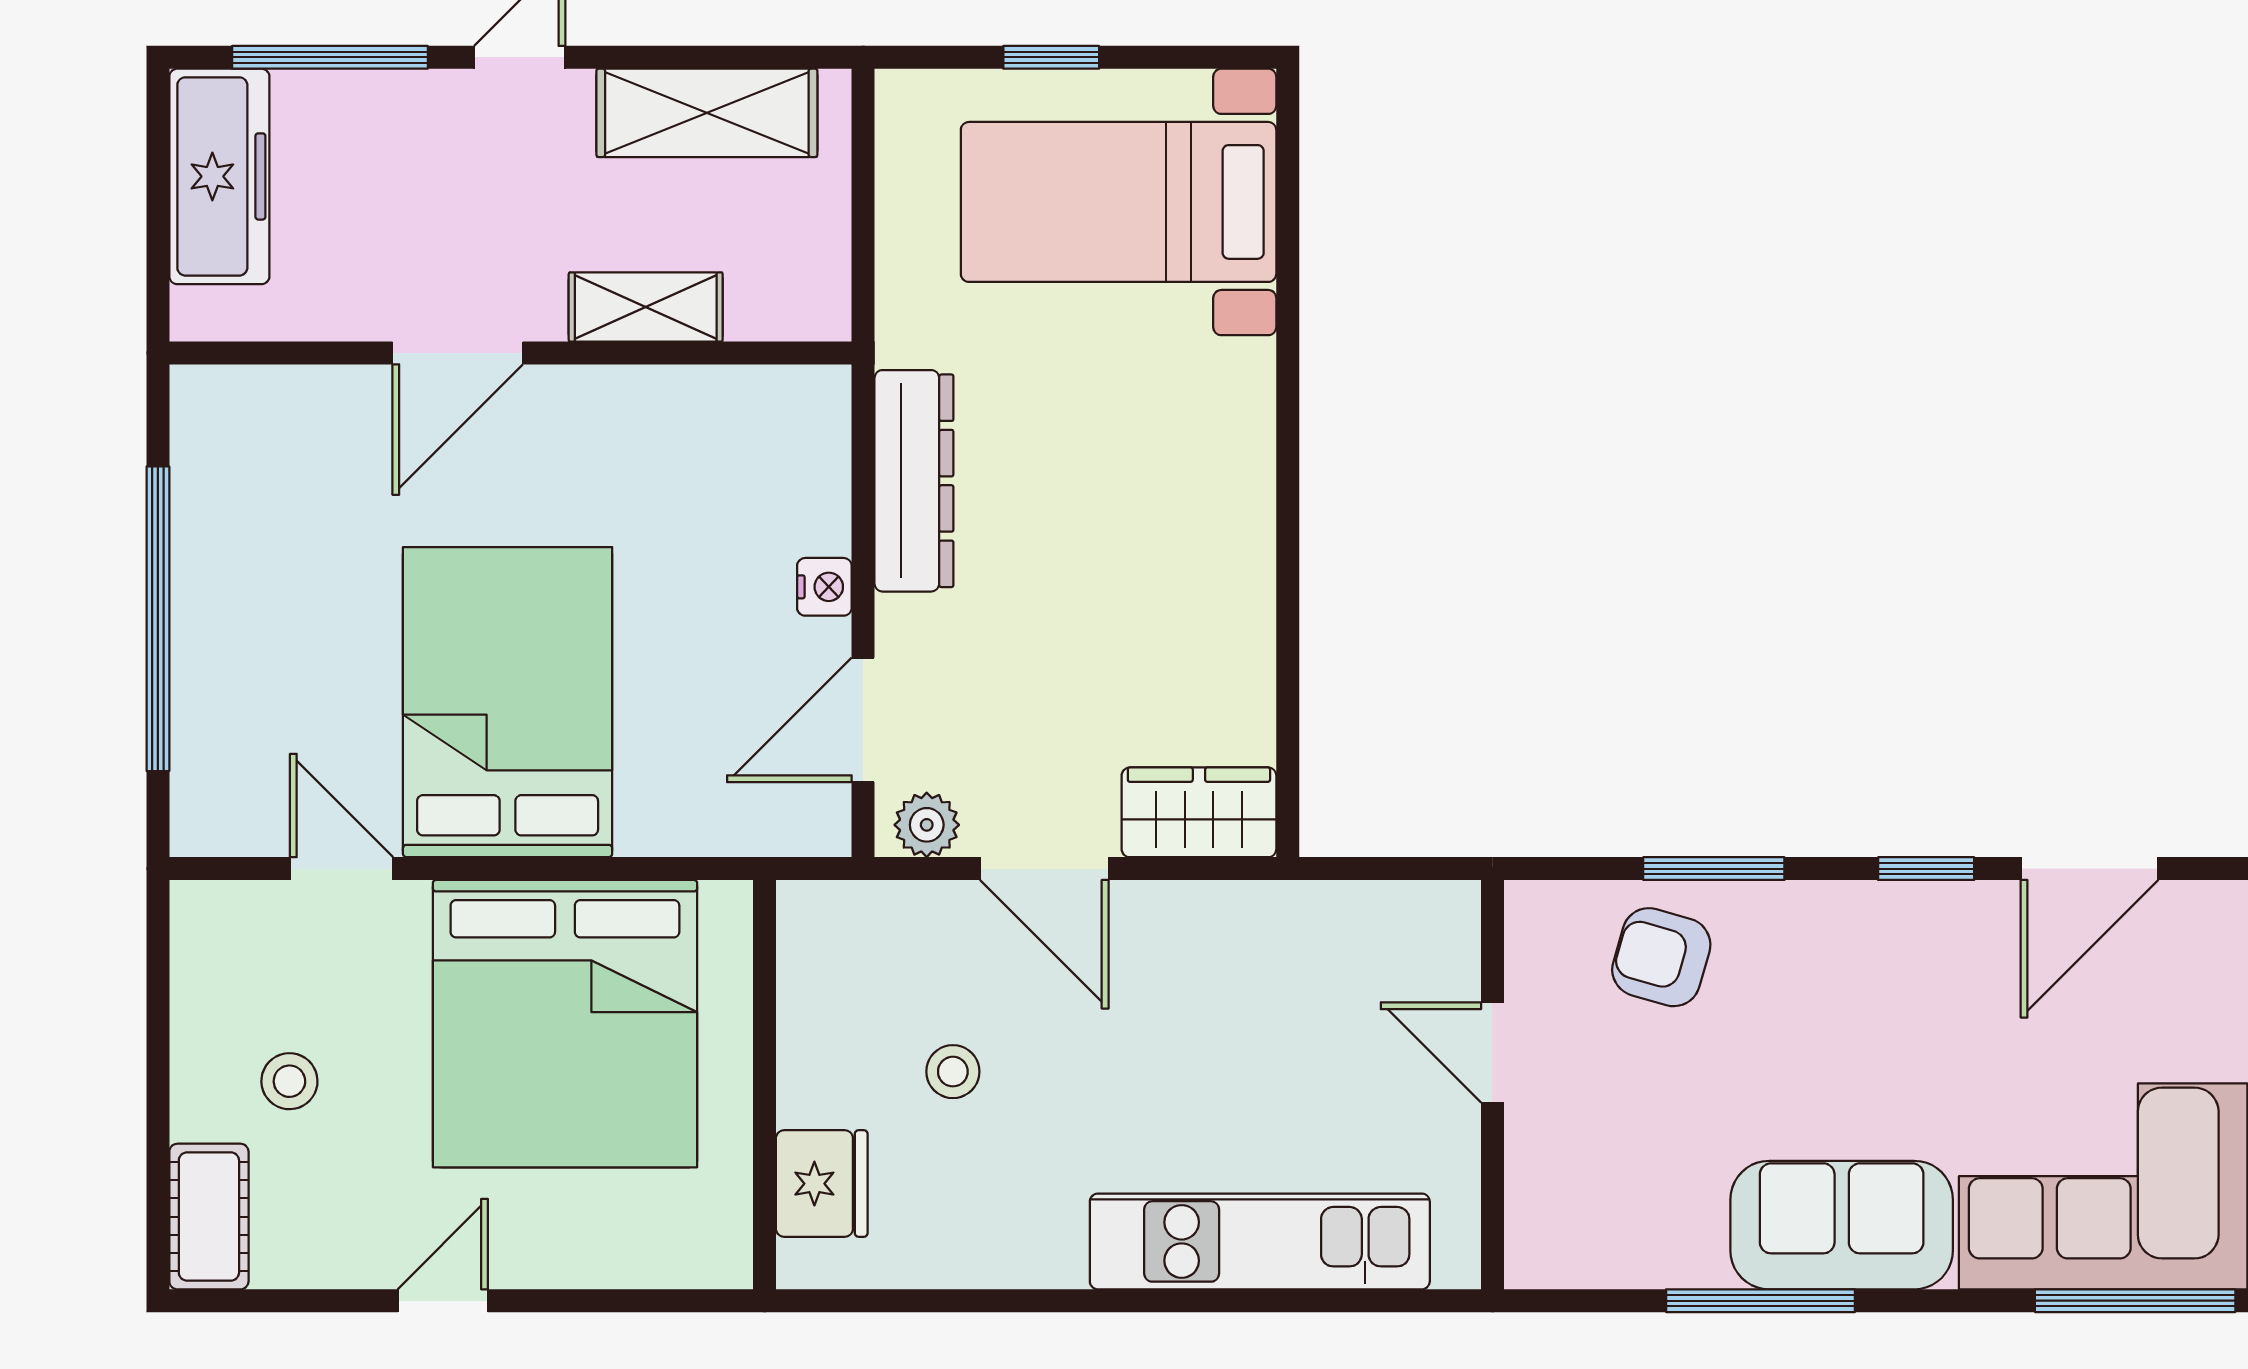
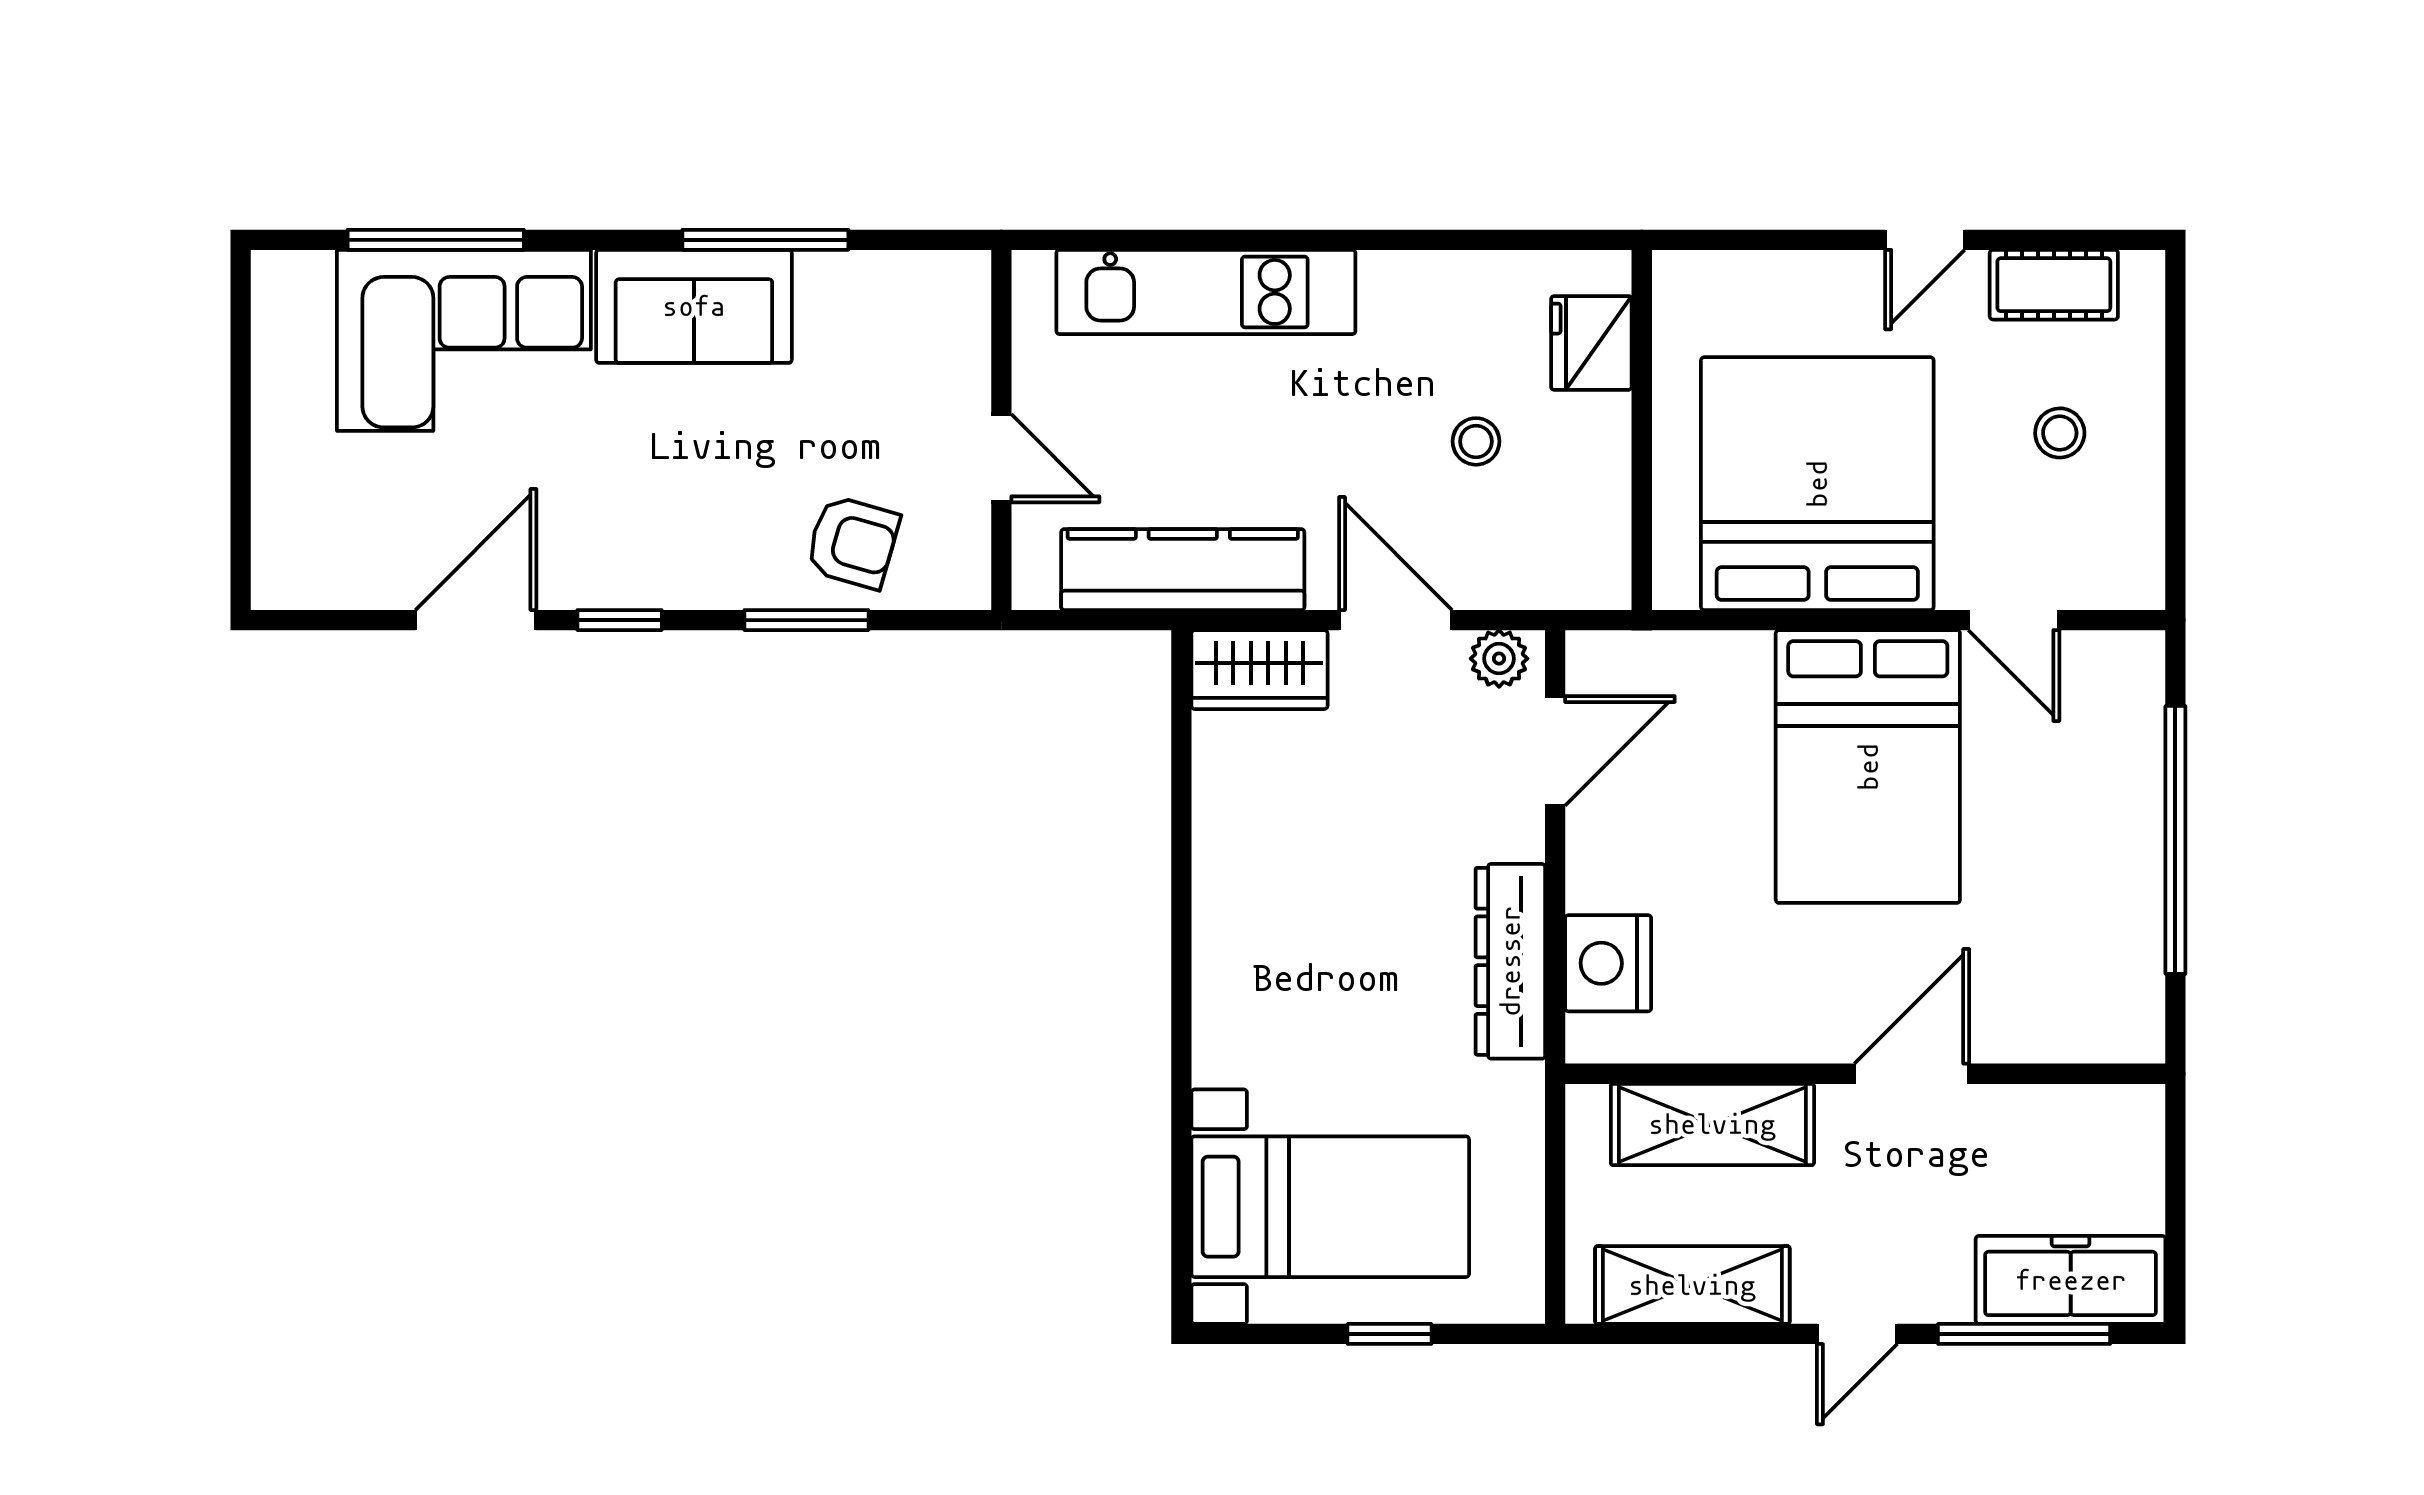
freezer: (219, 176) -> (2071, 1280), moved, turned 90
shelving: (646, 307) -> (1712, 1124), width x1.50, depth x1.33
nightstand: (824, 587) -> (1608, 963), moved, width x1.89, depth x1.79
kitchen counter: (1286, 926) -> (1183, 570), added
cot: (209, 1217) -> (2054, 285), moved, turned 90

